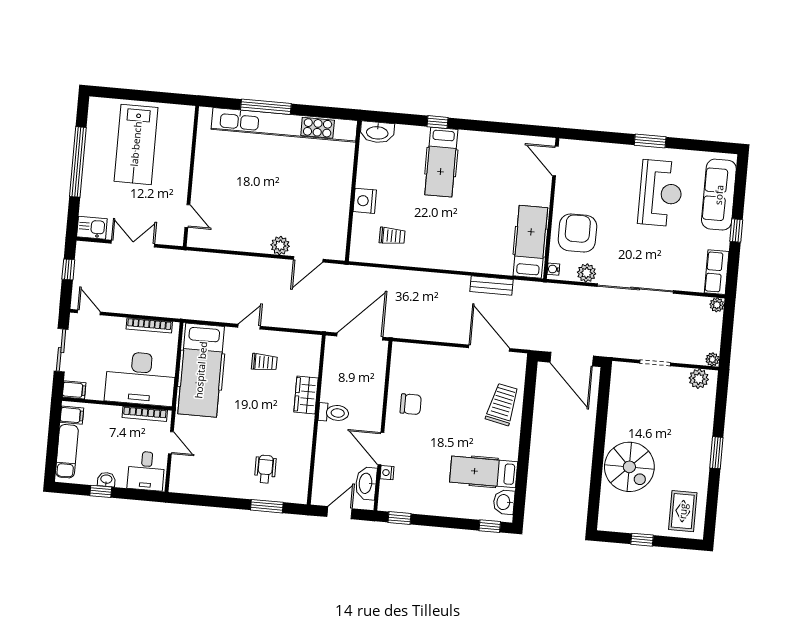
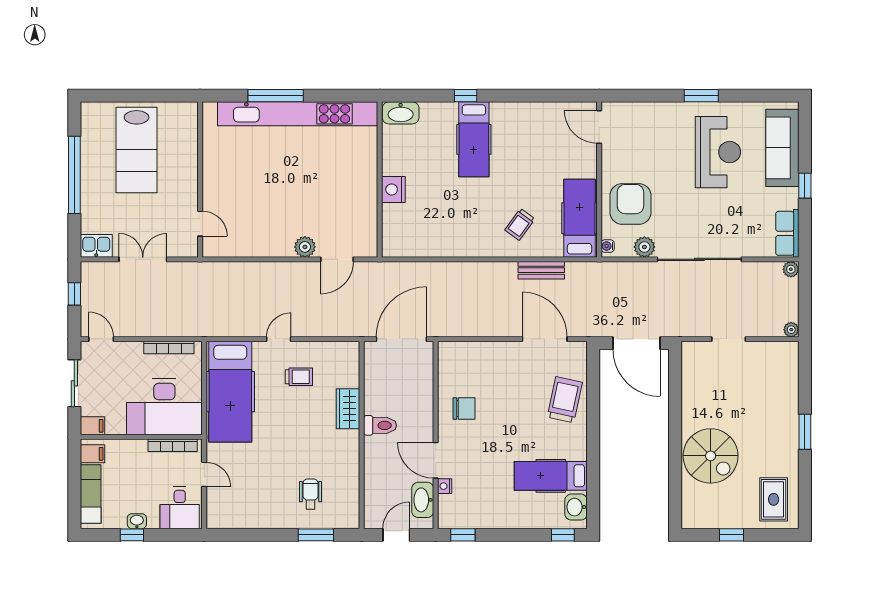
trolley: (392, 236) -> (520, 224), moved, turned 126
plant: (699, 379) -> (778, 352), removed

